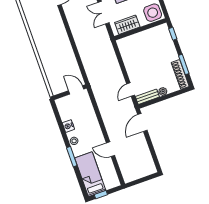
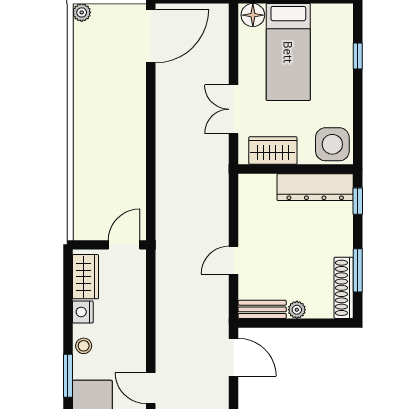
dresser: (152, 34) -> (315, 187), added
door: (76, 90) -> (124, 245), hinge flipped
door: (131, 90) -> (234, 260), moved
wardrobe: (64, 110) -> (85, 277), added
door: (142, 122) -> (234, 357), swing flipped

